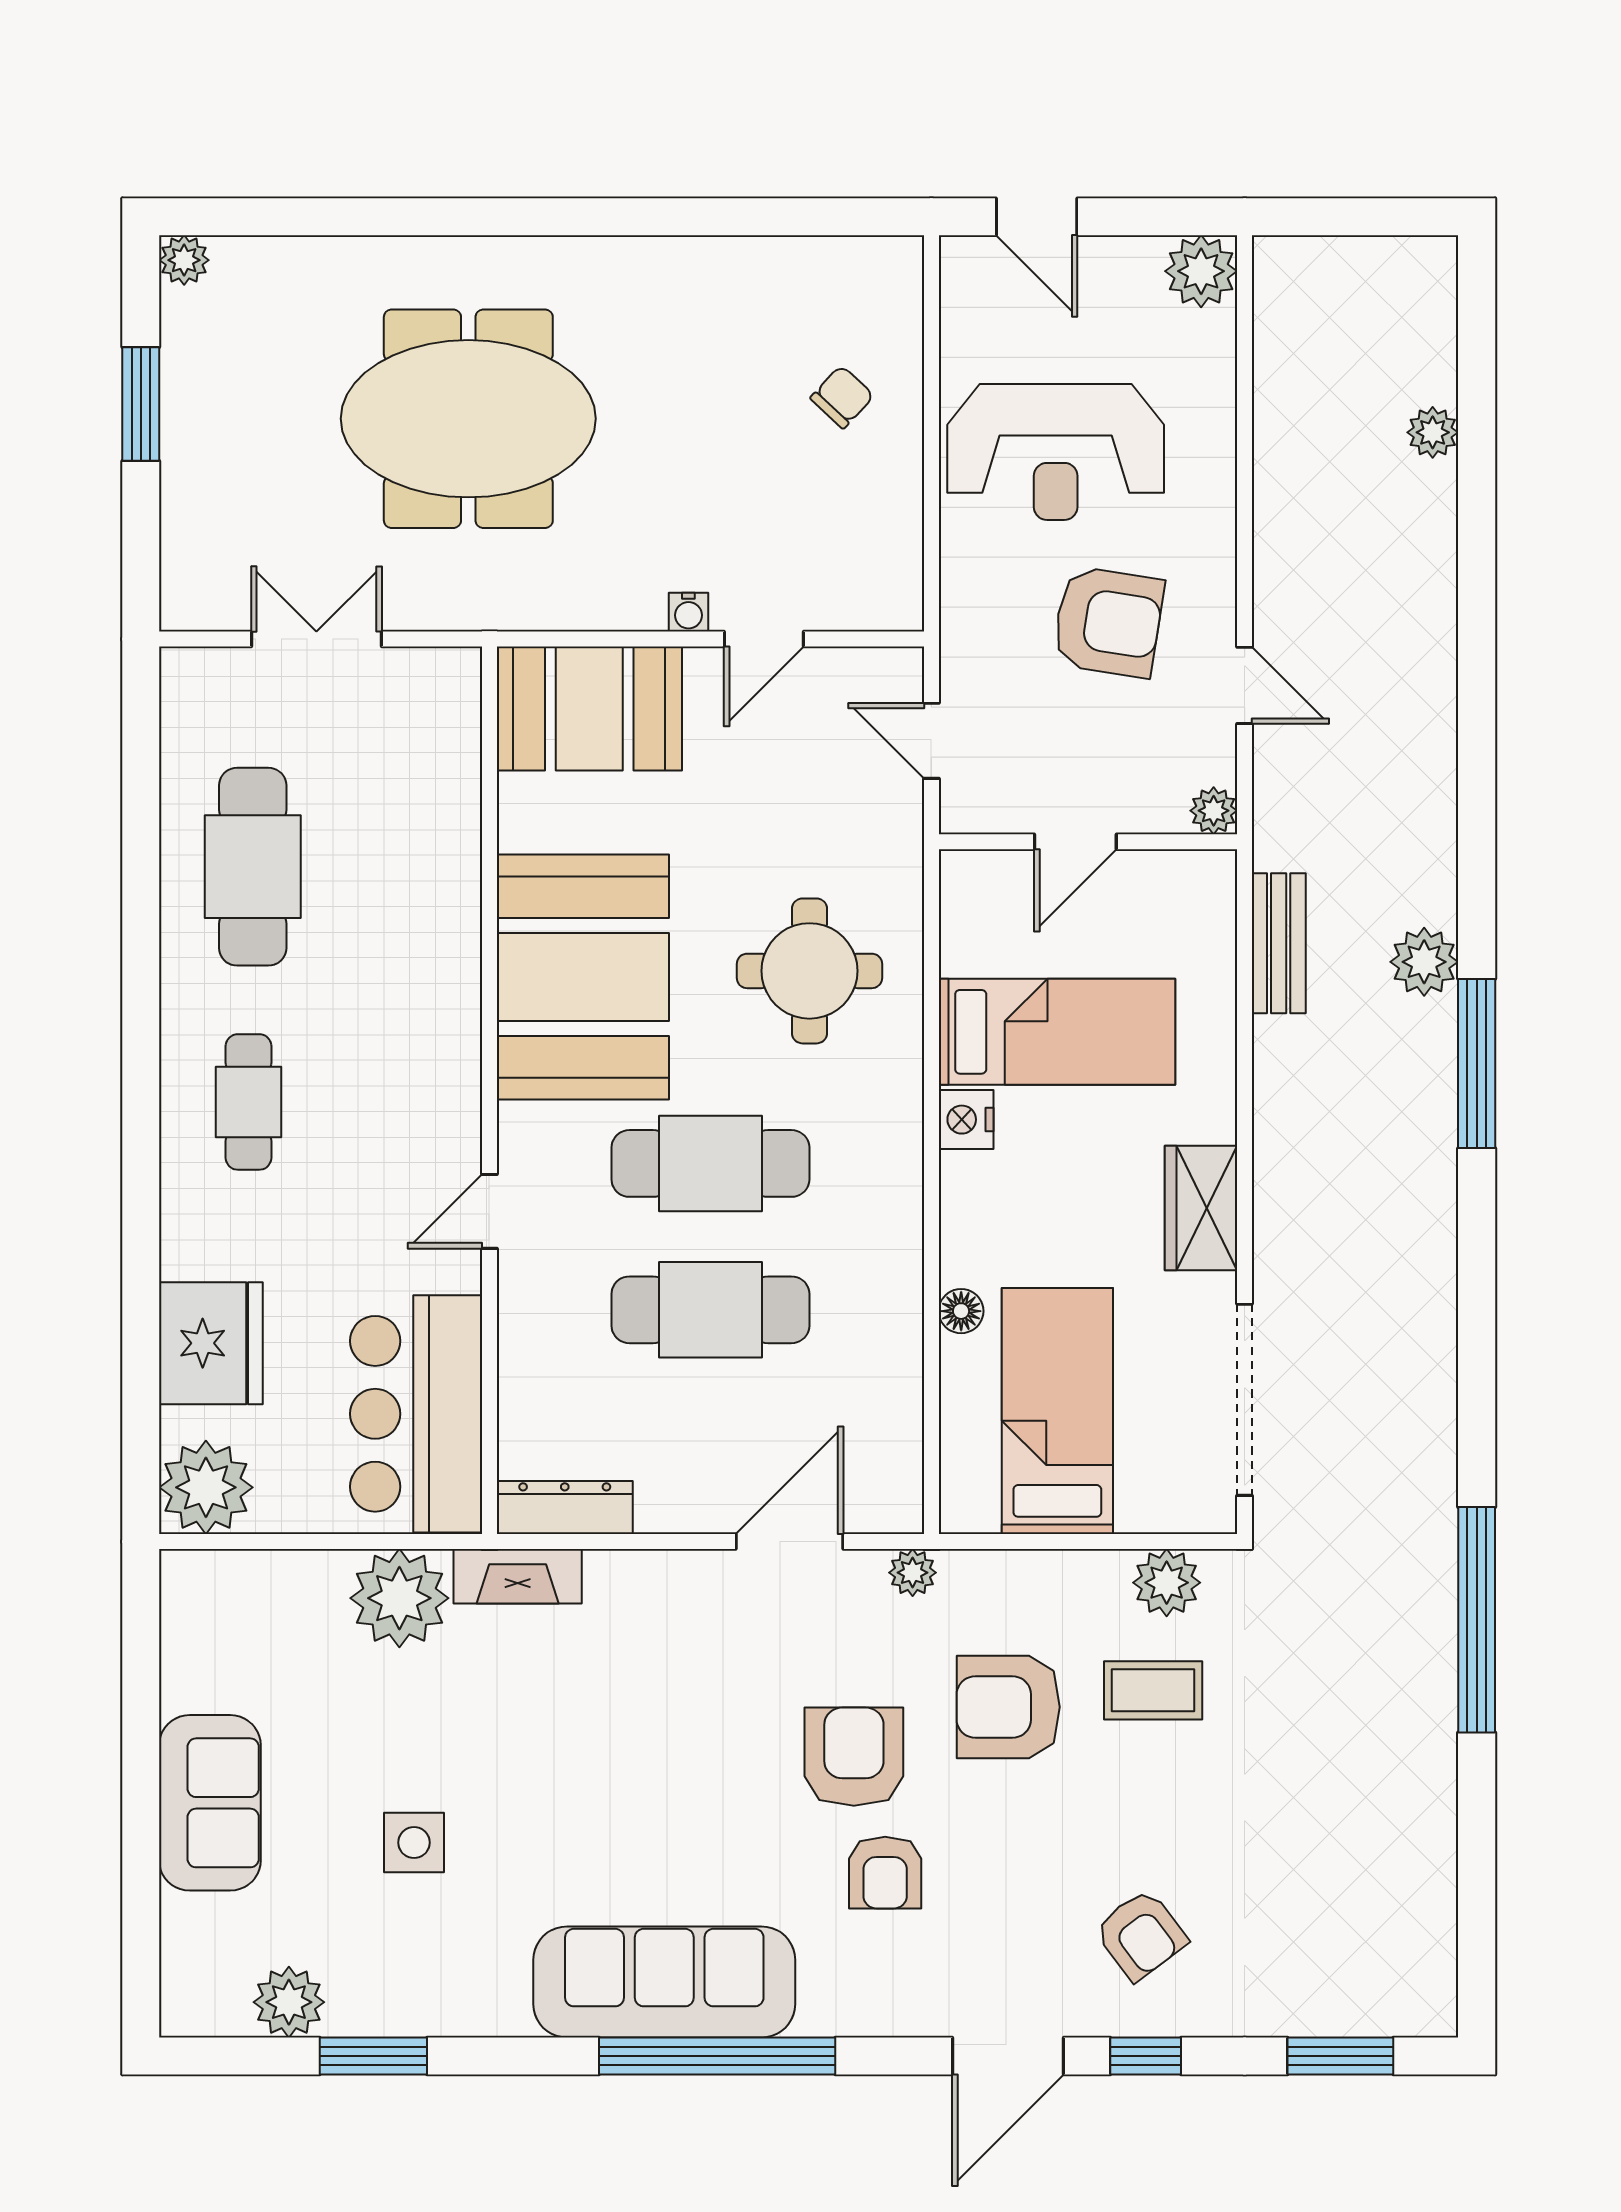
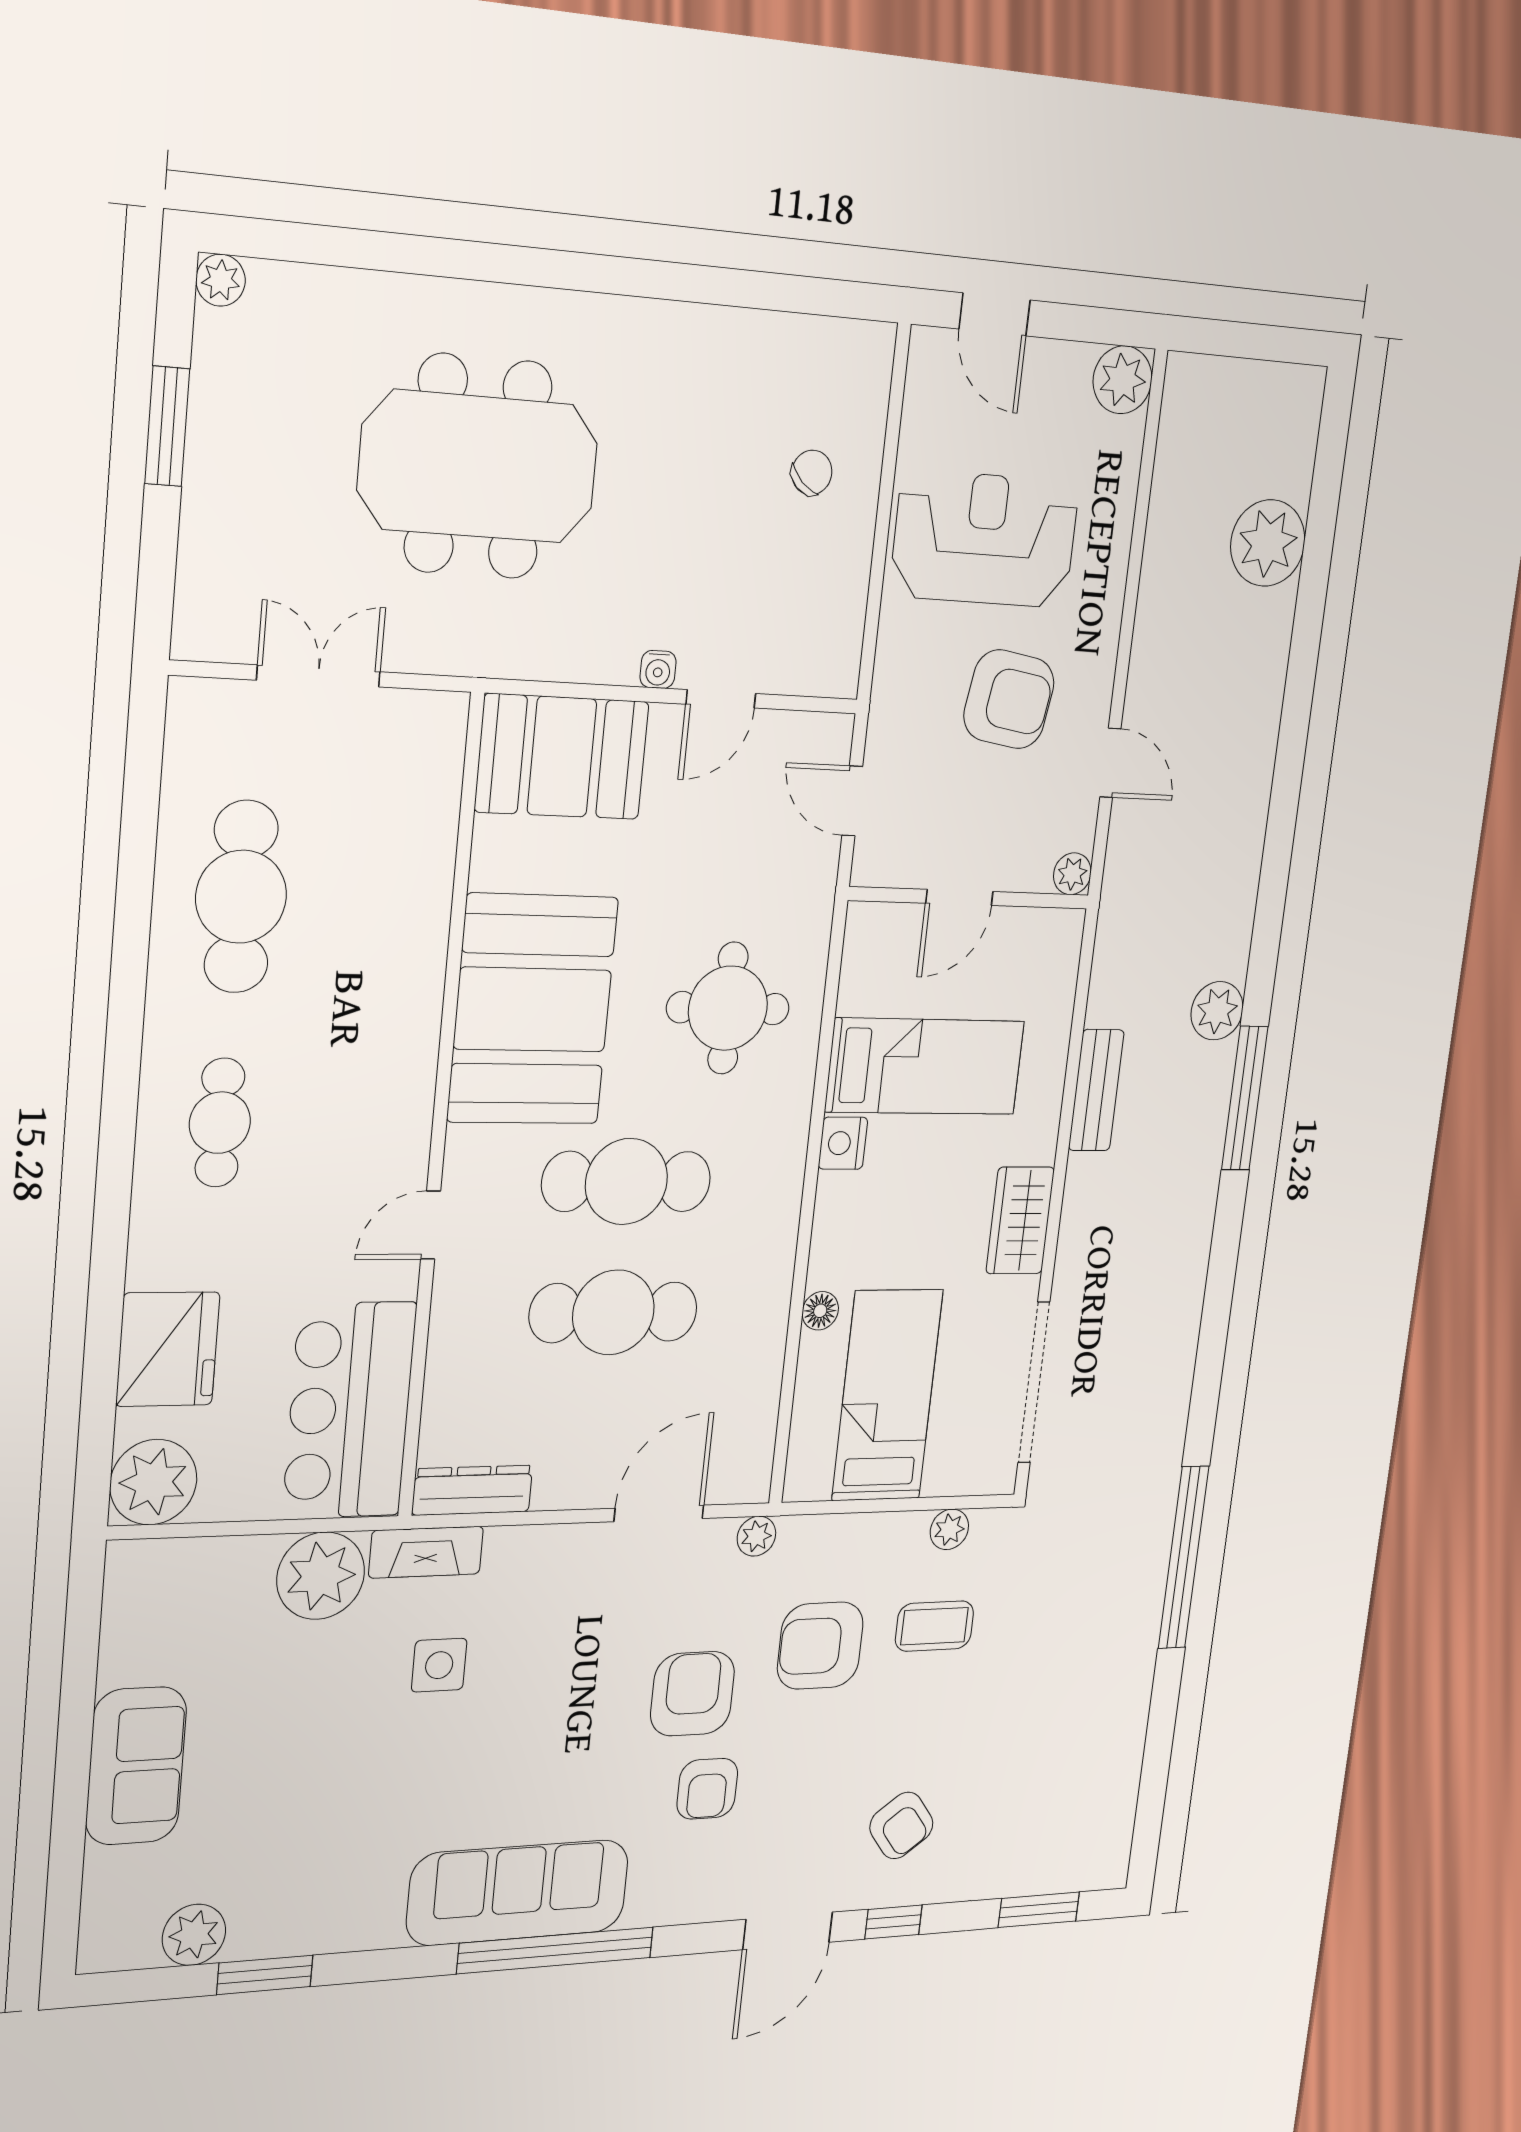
plant: (1433, 432) -> (1268, 543), width x1.88, depth x1.88
reception desk: (1056, 452) -> (985, 539), turned 180
bench: (1279, 943) -> (1096, 1090), moved
plant: (1167, 1583) -> (949, 1529), width x0.73, depth x0.73
side table: (414, 1843) -> (439, 1665), moved

